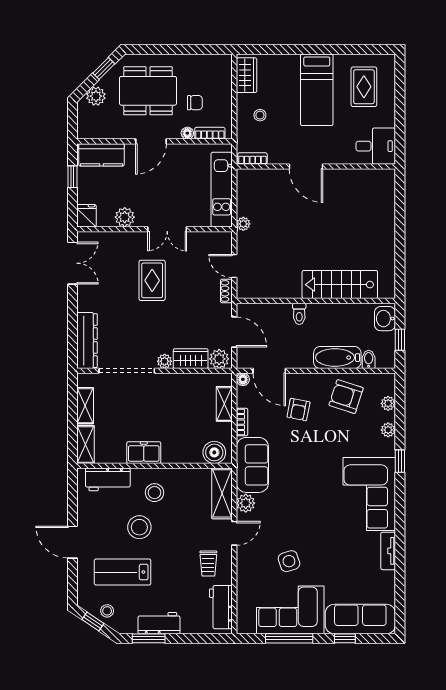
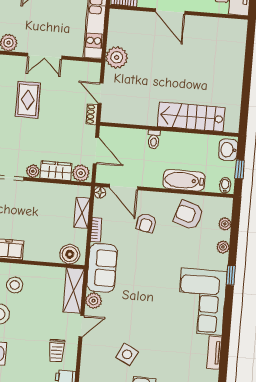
plant: (243, 224) -> (117, 57), width x1.87, depth x1.87
bidet: (369, 359) -> (225, 185), moved
side table: (289, 561) -> (127, 354), turned 45

